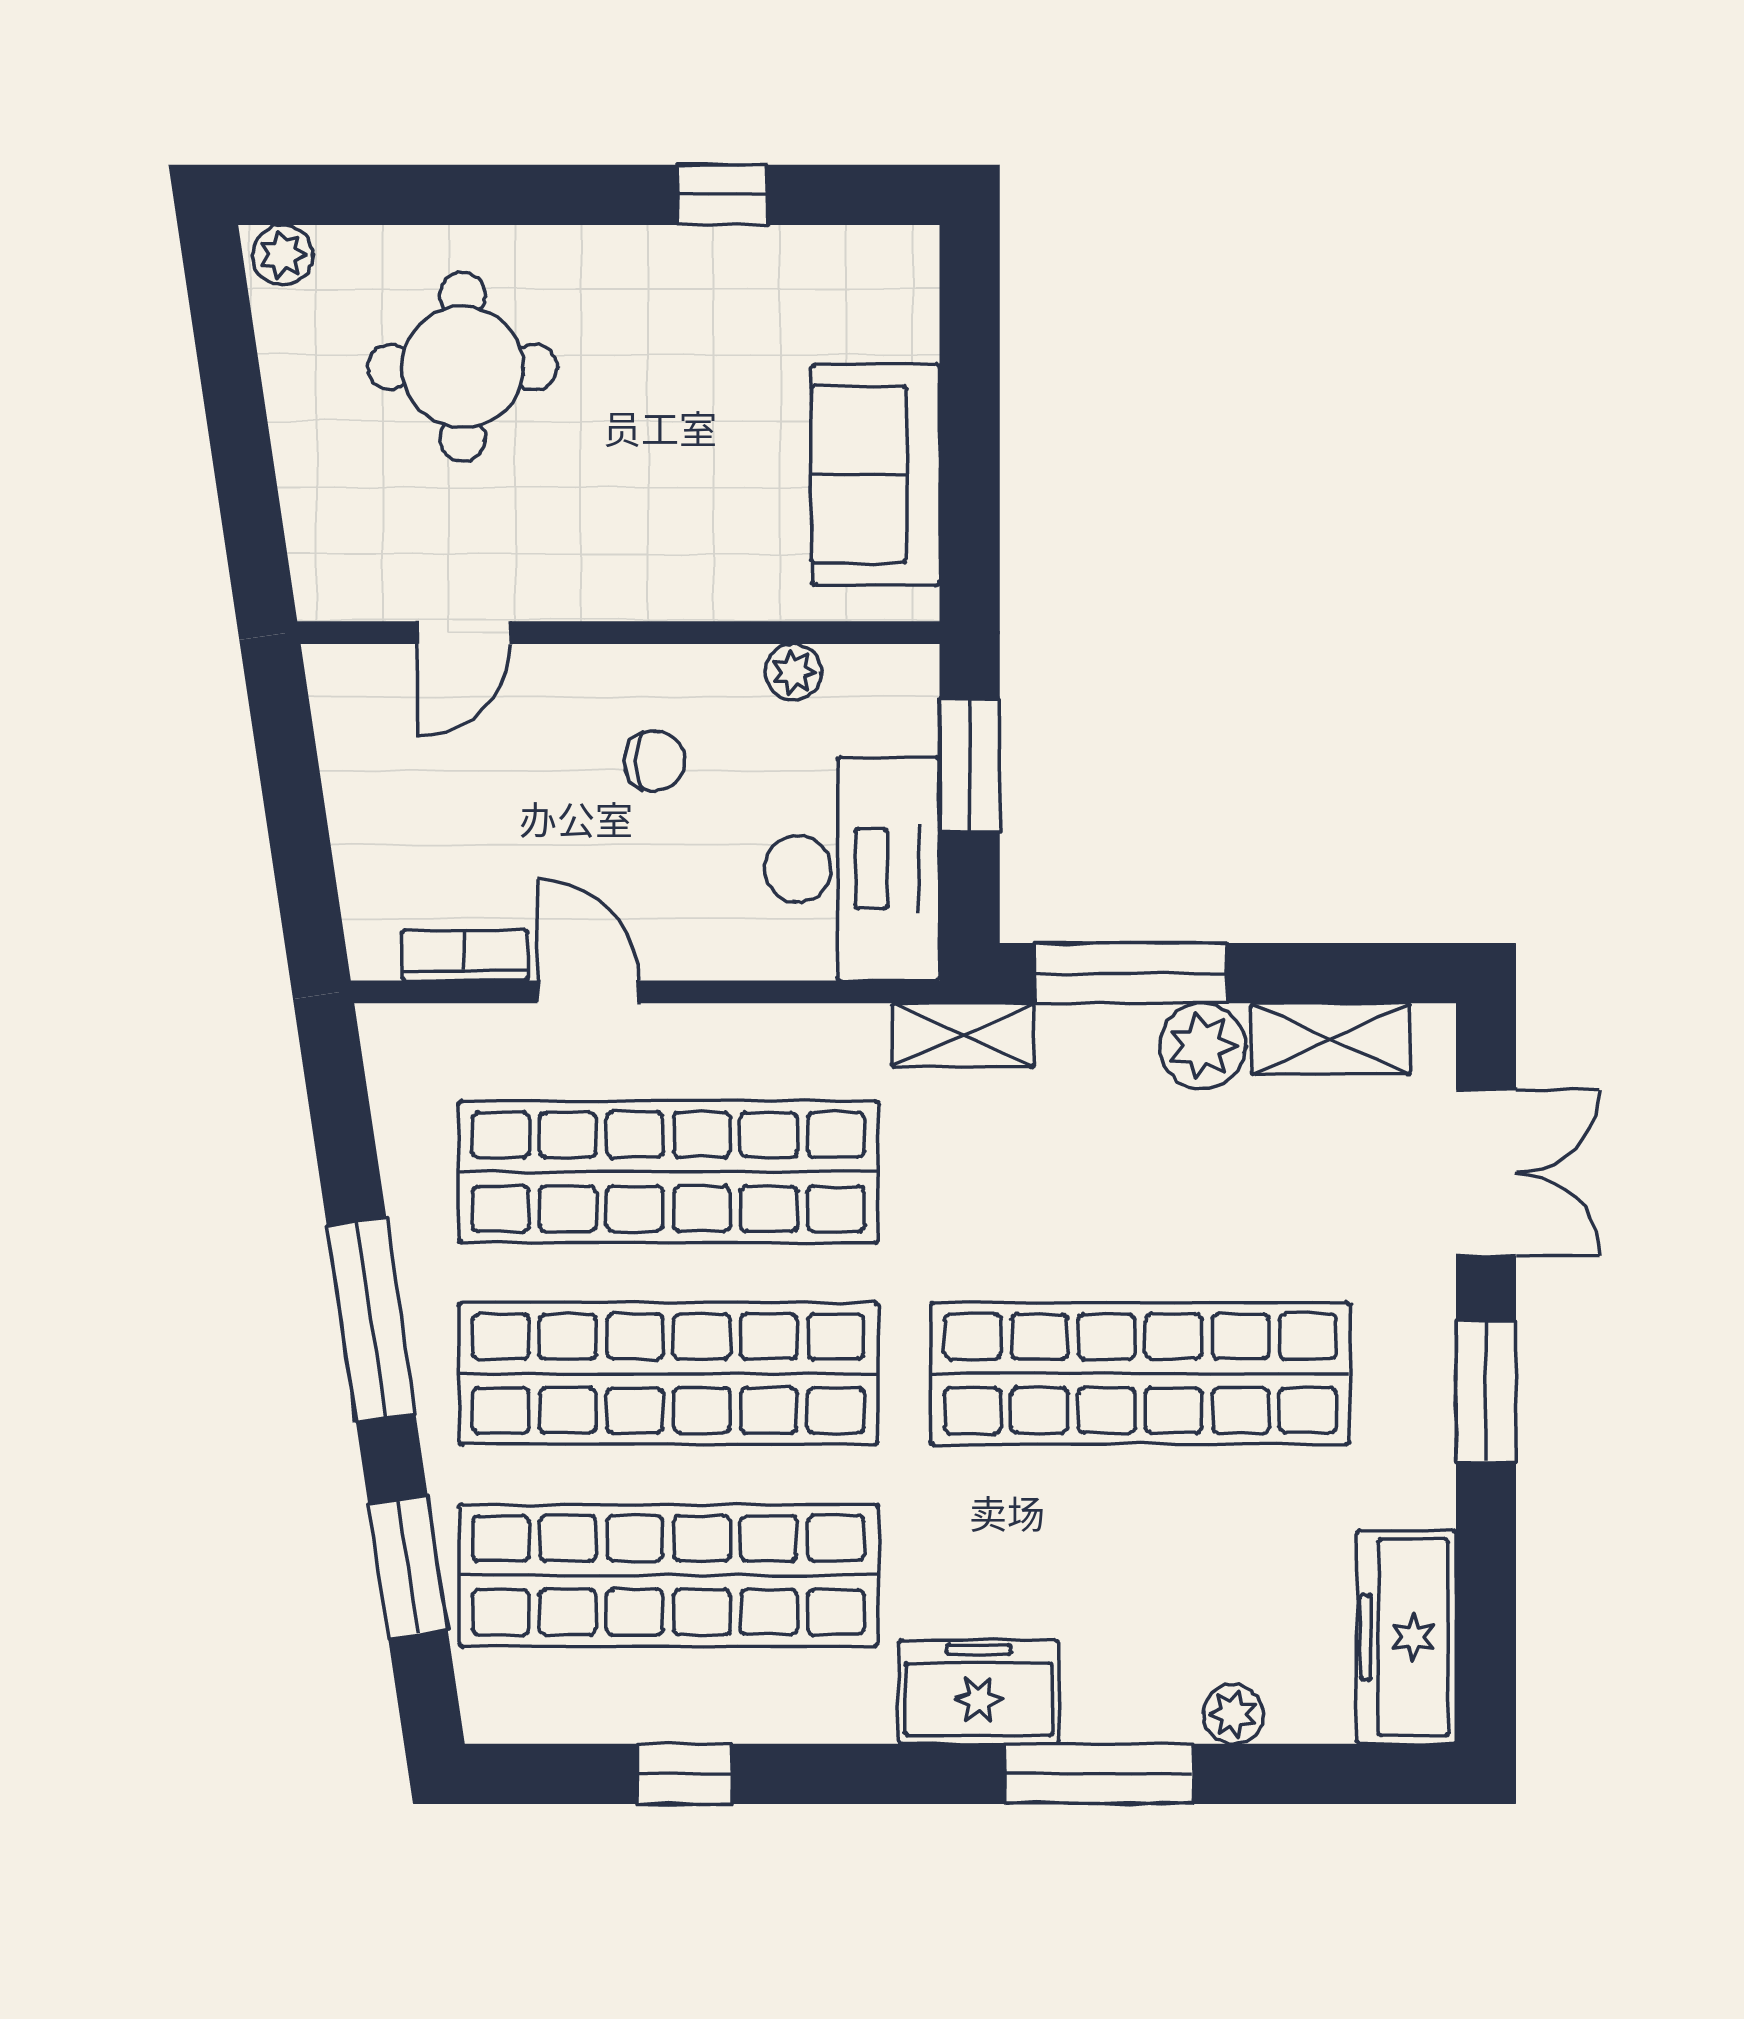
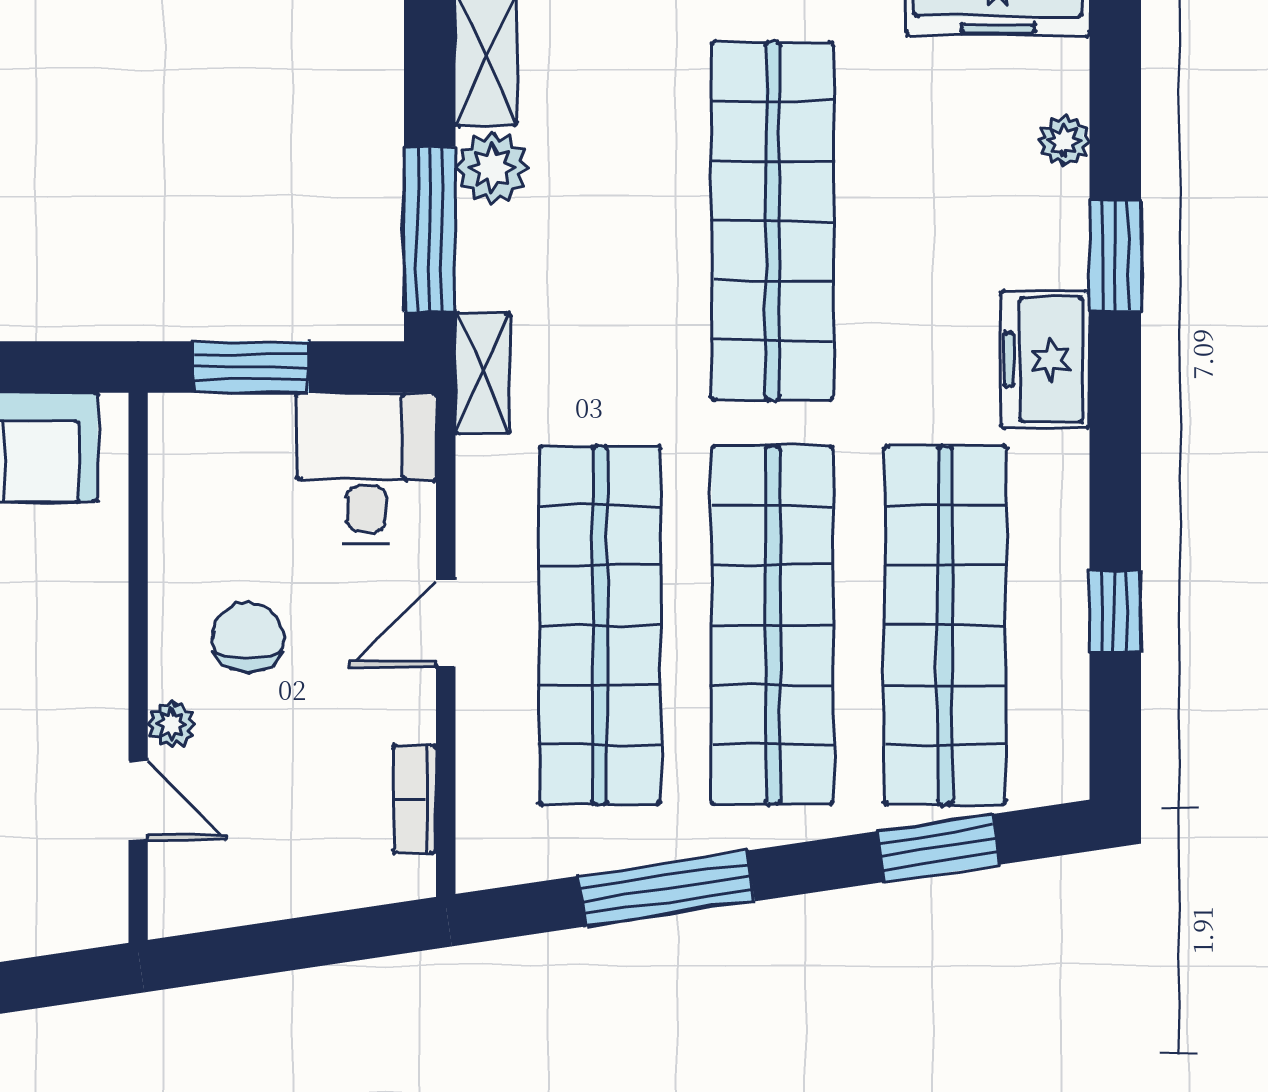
plant: (794, 672) -> (172, 724), moved
chair: (654, 761) -> (248, 637), width x1.37, depth x1.37
desk: (852, 869) -> (366, 468), width x0.73
door: (588, 992) -> (446, 623), moved
window: (371, 1320) -> (666, 889), moved
window: (1099, 1774) -> (1115, 256), width x0.69

